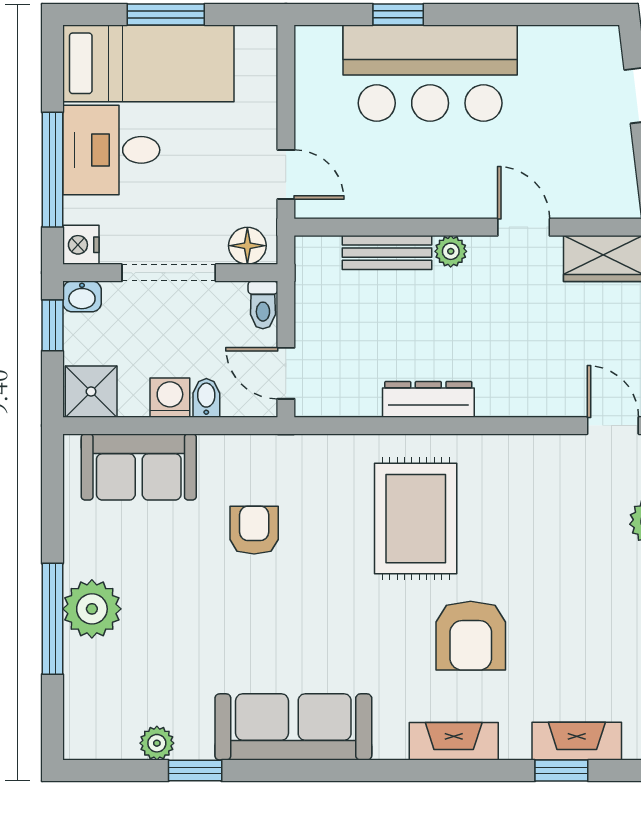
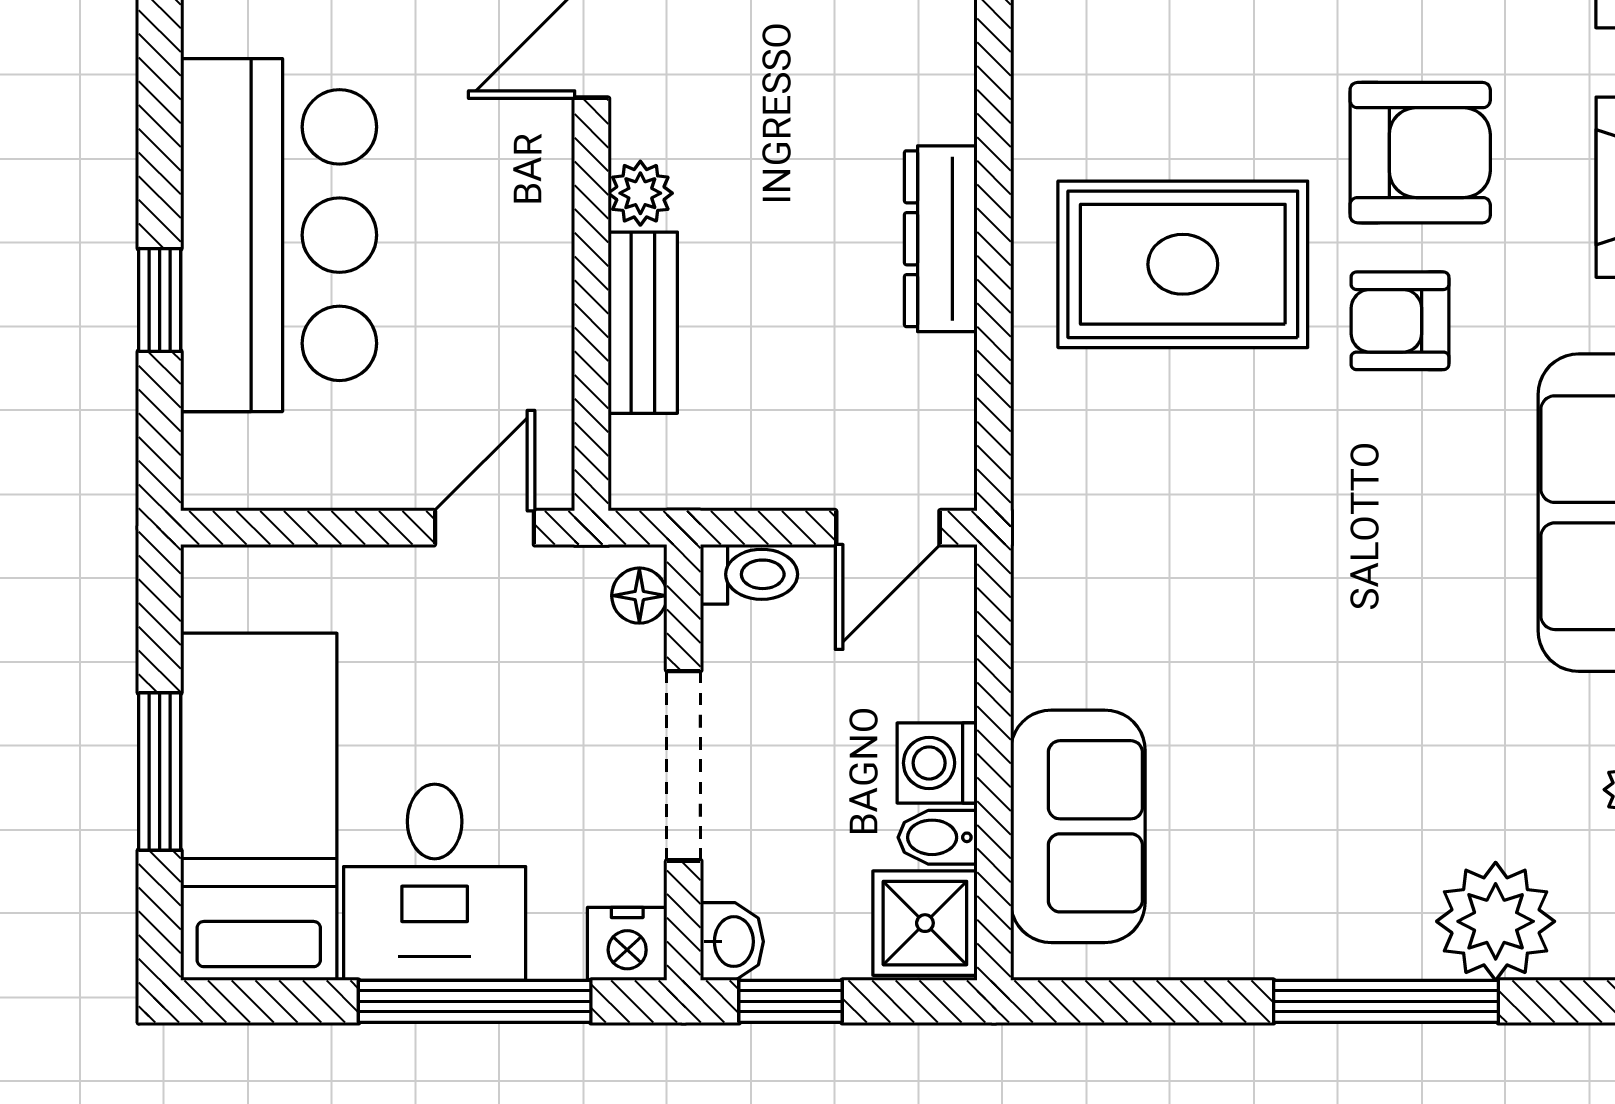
floor lamp: (247, 246) -> (639, 596), width x0.73, depth x0.73
bidet: (206, 398) -> (938, 837), moved
armchair: (254, 530) -> (1400, 321), moved
plant: (92, 609) -> (1496, 921), moved

